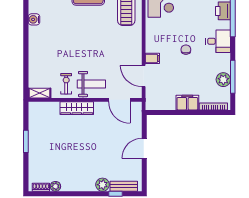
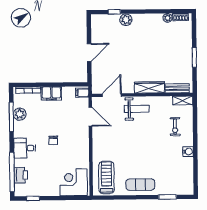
water cooler: (34, 19) -> (188, 152), moved
filing cabinet: (152, 58) -> (82, 93), moved
exercise bike: (66, 84) -> (175, 127), moved
weight bench: (91, 84) -> (137, 109), turned 180
door: (119, 100) -> (112, 95), hinge flipped
bench: (124, 186) -> (177, 88), moved

